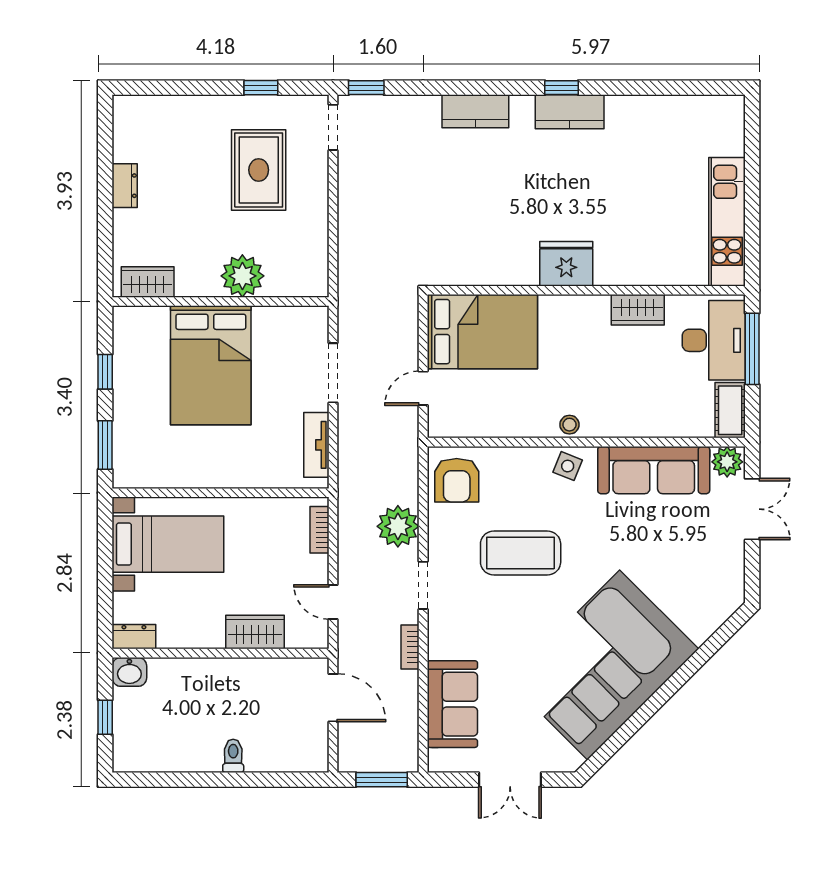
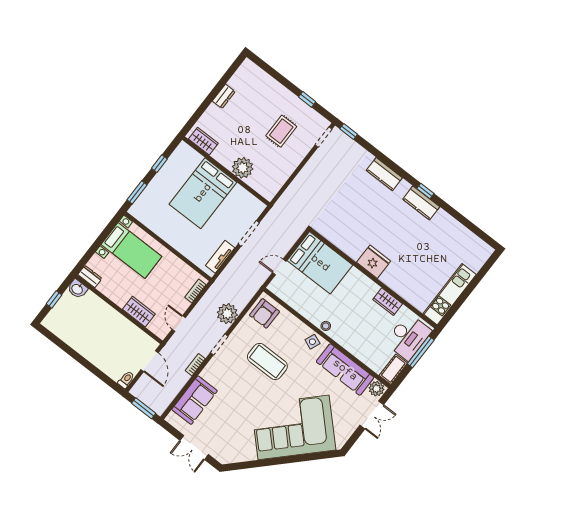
rug: (259, 170) -> (281, 131), width x0.73, depth x0.70
corner sofa: (604, 665) -> (294, 427), moved
toilet: (233, 756) -> (126, 380), moved

